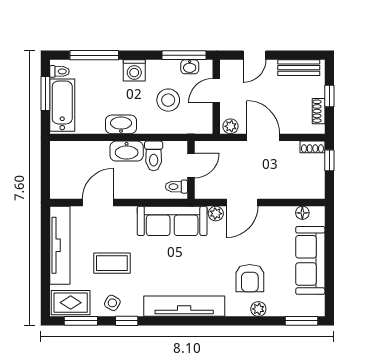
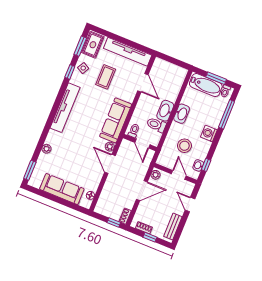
window: (184, 55) -> (206, 165), width x0.46
armchair: (250, 278) -> (66, 151), removed

